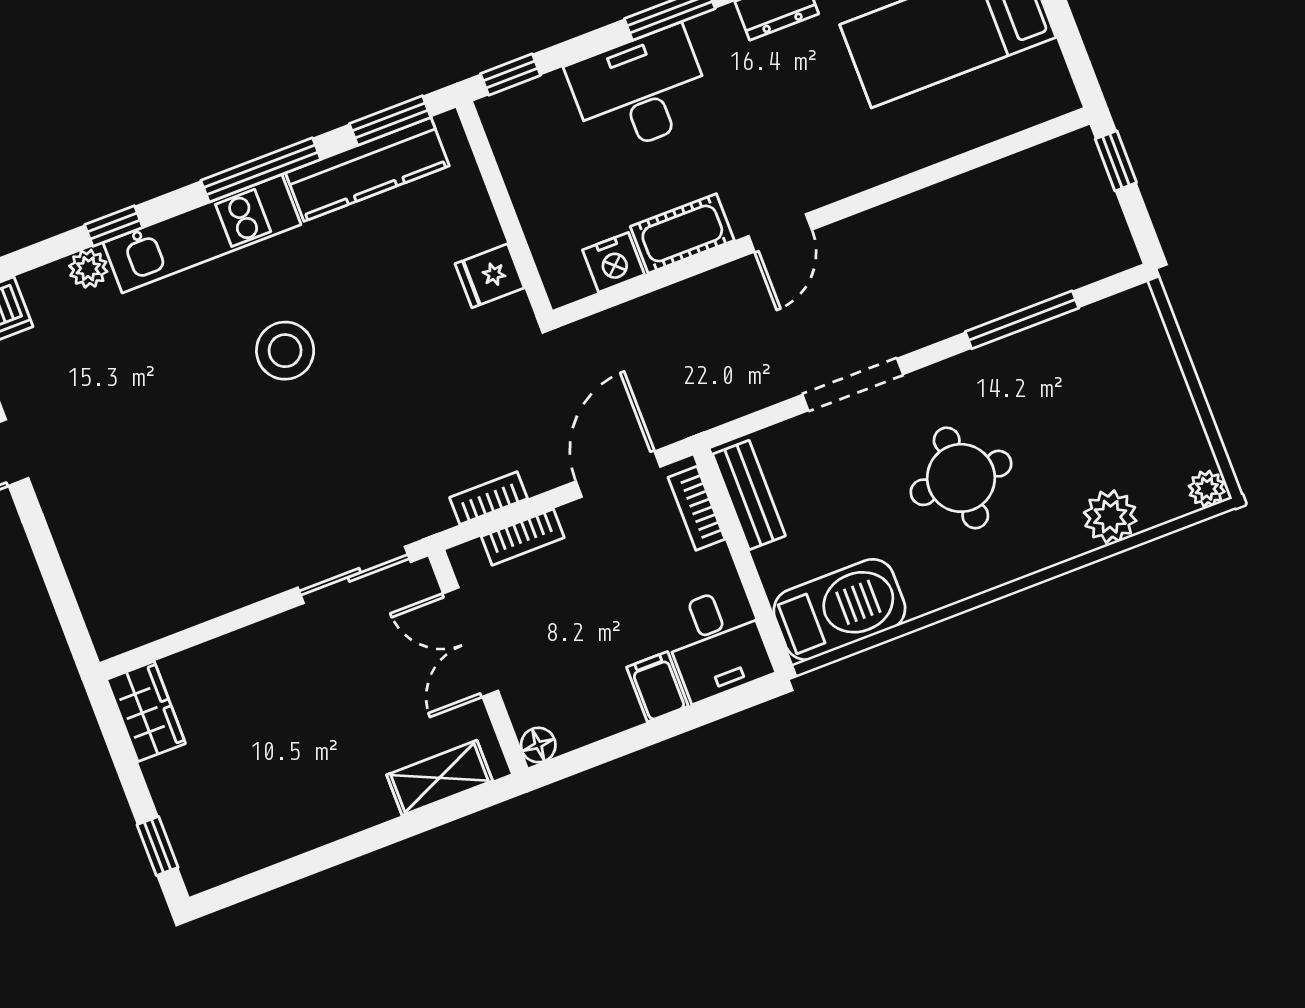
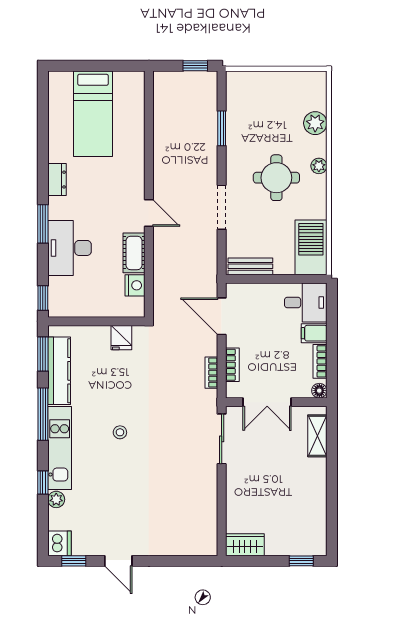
window: (1116, 161) -> (195, 66), moved
window: (1022, 320) -> (222, 128), width x0.69
stool: (285, 351) -> (120, 432), width x0.53, depth x0.53
plant: (1207, 489) -> (319, 166), moved
bookcase: (696, 508) -> (320, 361), moved, turned 90

